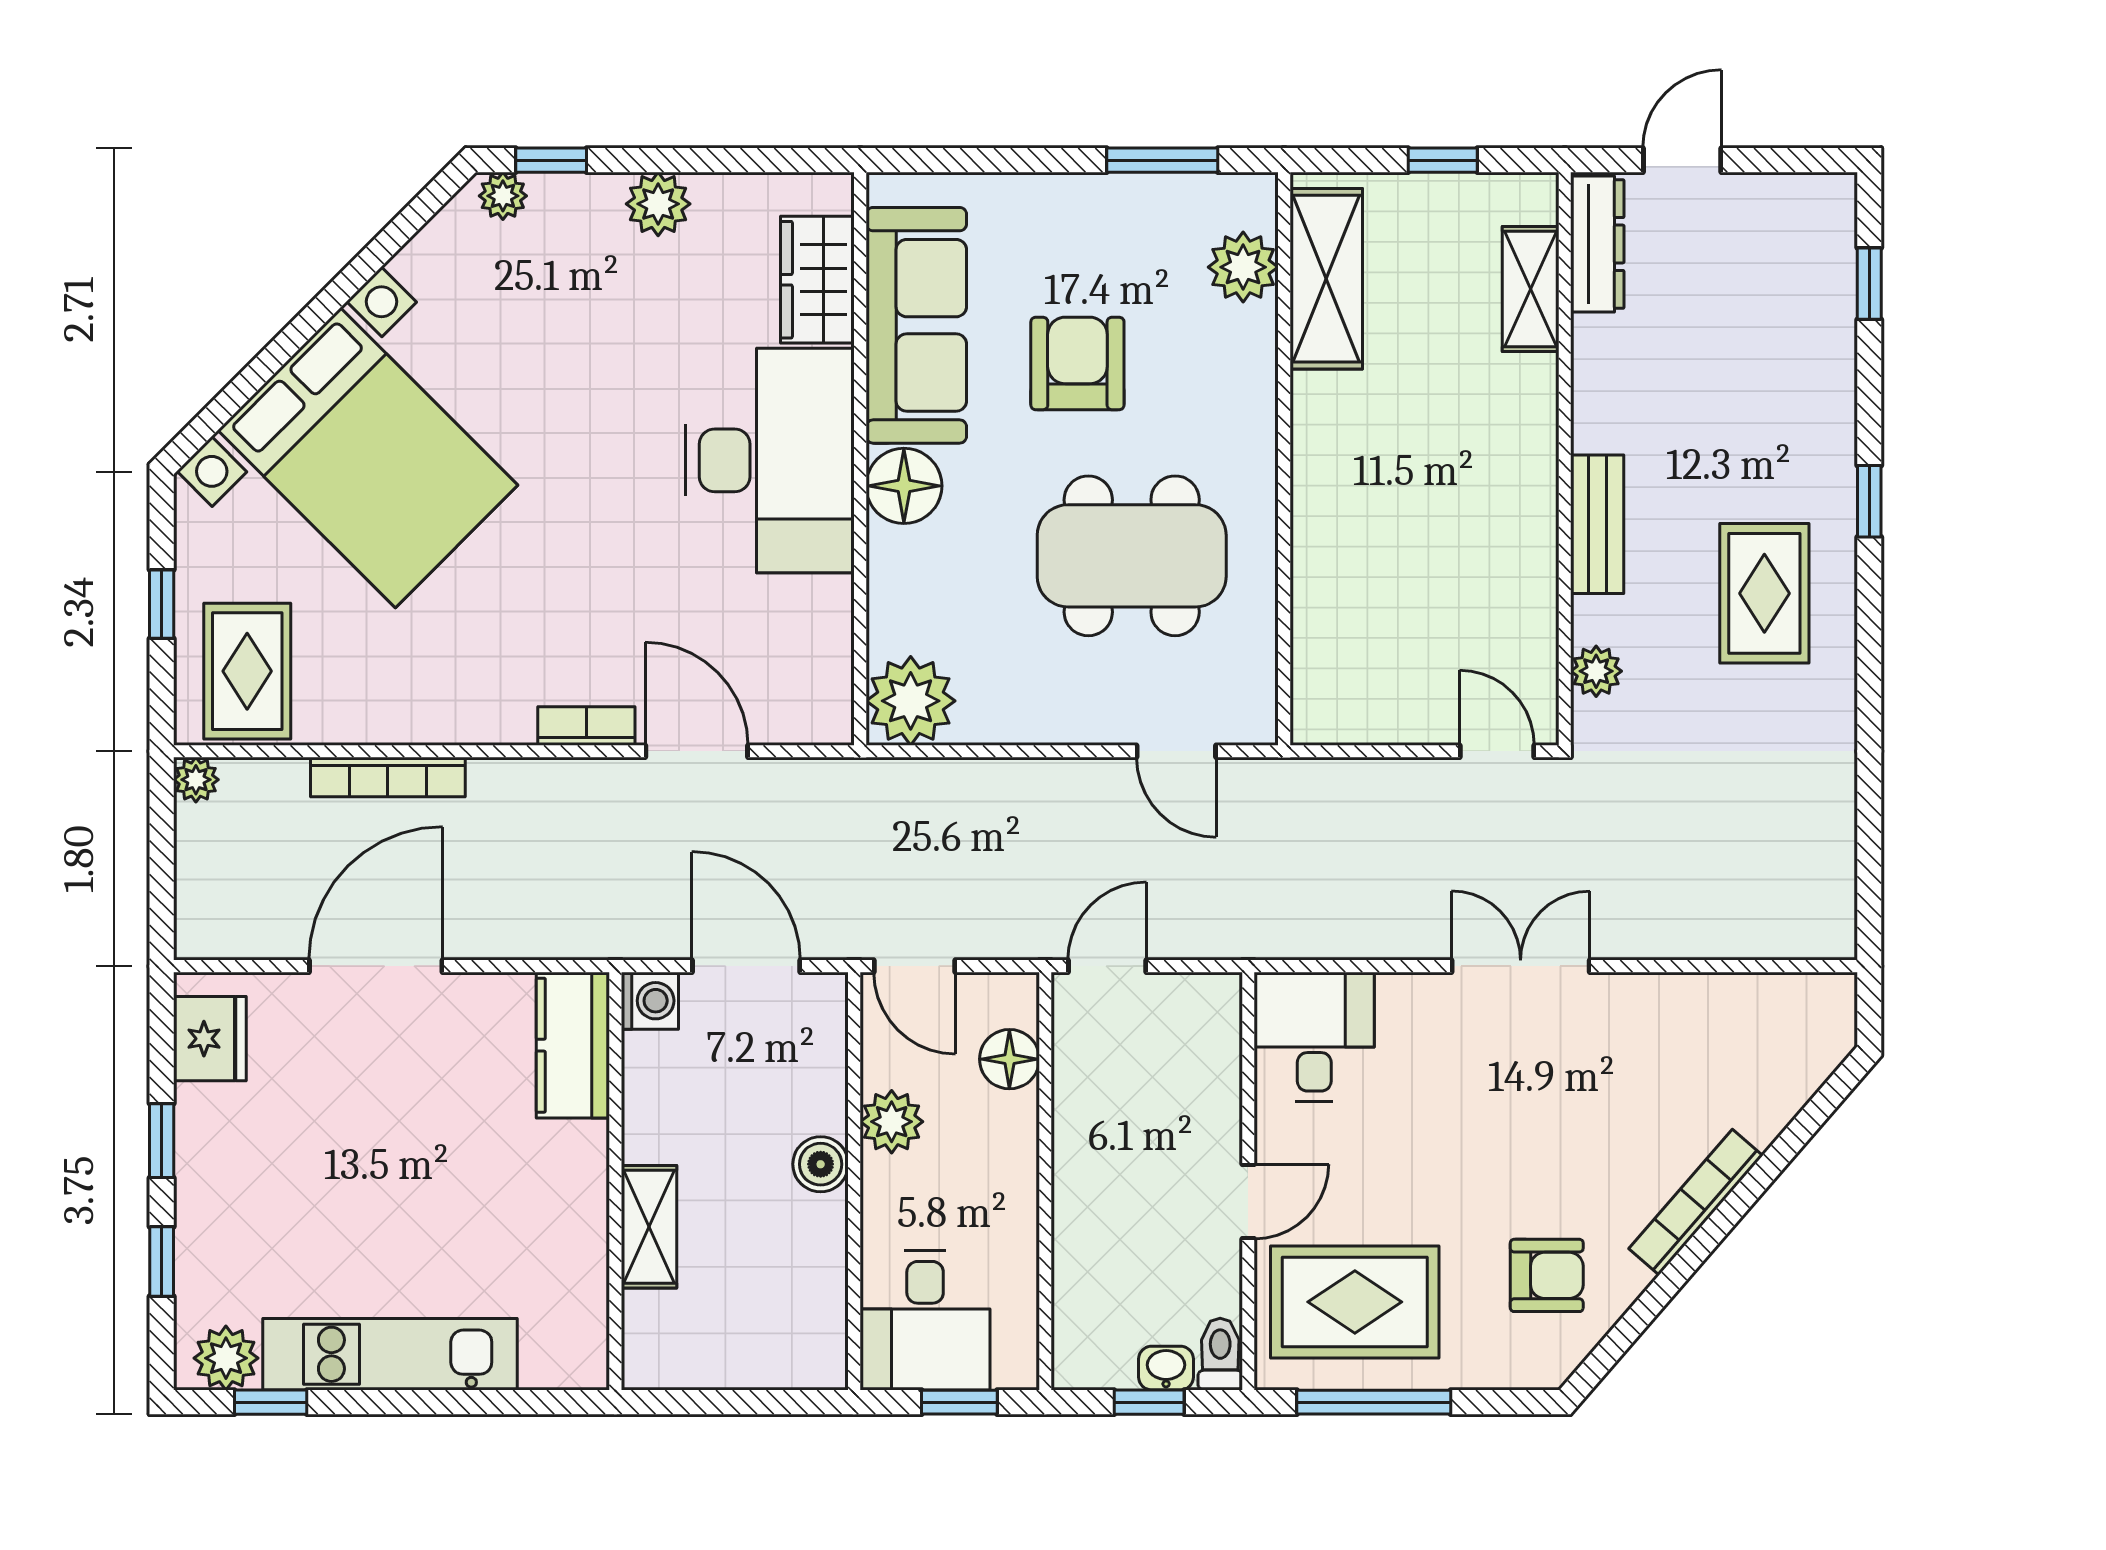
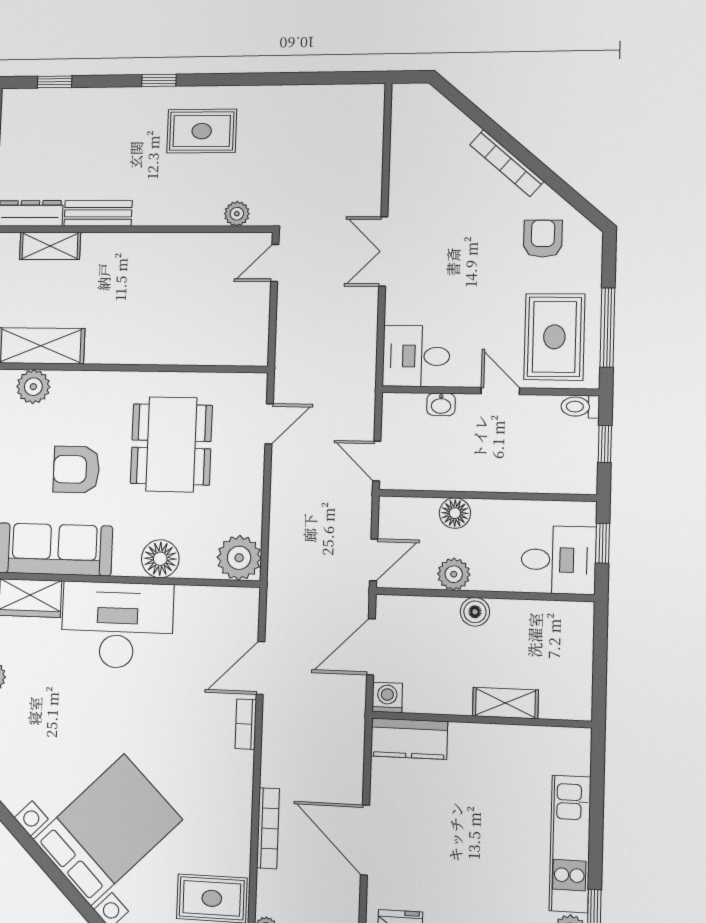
floor lamp: (904, 486) -> (160, 559), moved
bench: (1597, 524) -> (98, 213), moved
floor lamp: (1009, 1059) -> (455, 513), moved
washbasin: (1166, 1368) -> (441, 404), moved, turned -90

